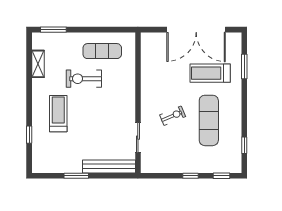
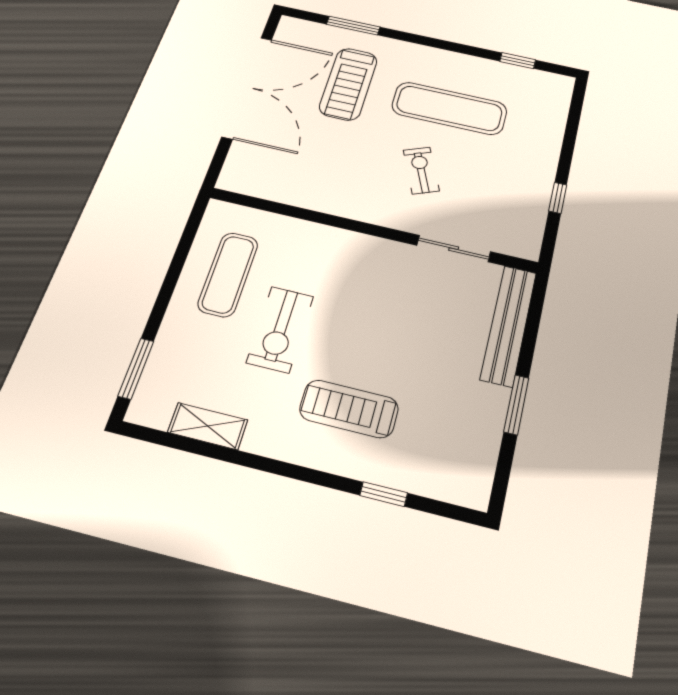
window: (190, 176) -> (558, 198), moved
window: (221, 176) -> (575, 113), removed

